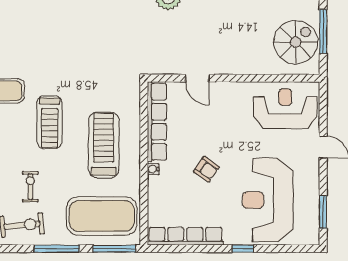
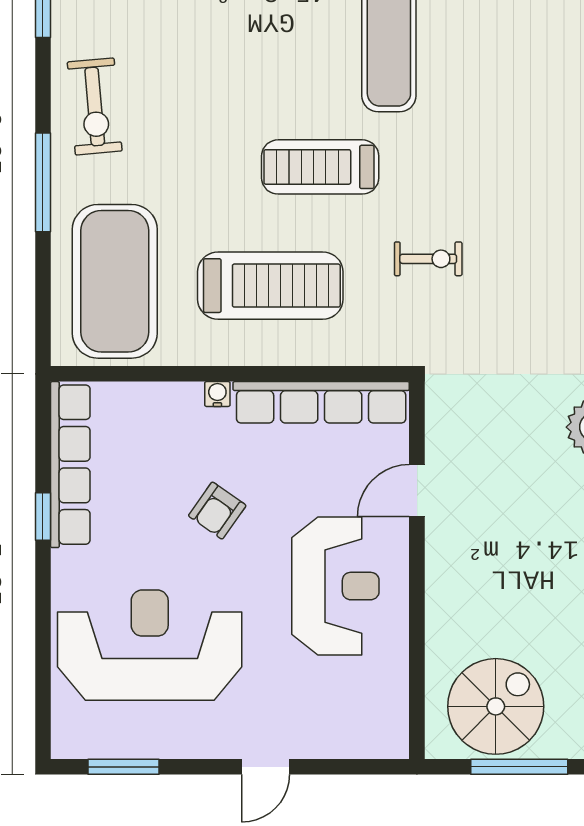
spiral stairs: (296, 42) -> (496, 706), turned -90
reception desk: (285, 109) -> (335, 586), moved
exercise bike: (30, 187) -> (428, 259), moved
window: (114, 249) -> (43, 309), removed
window: (243, 249) -> (43, 516), moved

